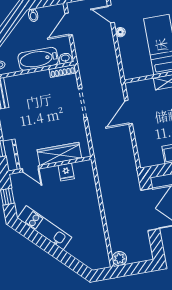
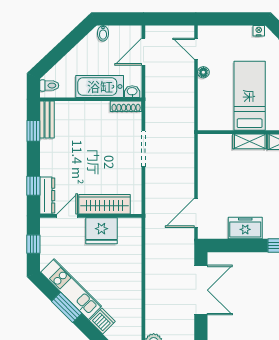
door: (129, 112) -> (196, 213), moved
door: (31, 169) -> (67, 216), swing flipped
fridge: (66, 172) -> (101, 231), width x1.88, depth x1.34
window: (44, 243) -> (67, 307), added
dishwasher: (75, 249) -> (102, 321), added

